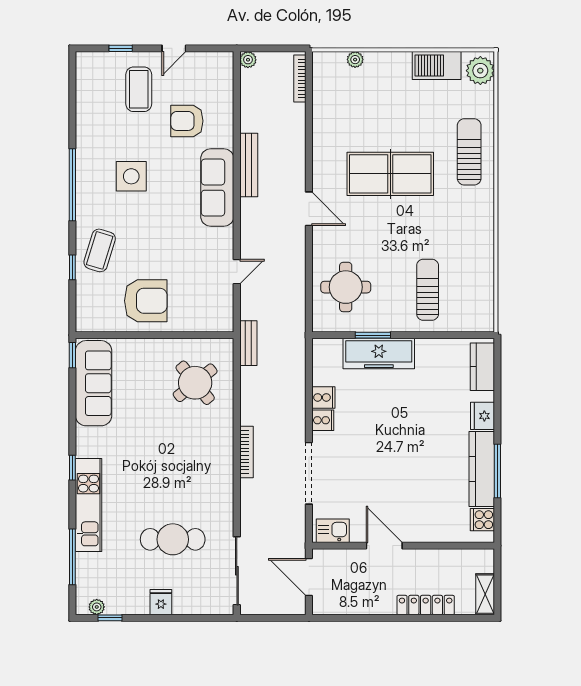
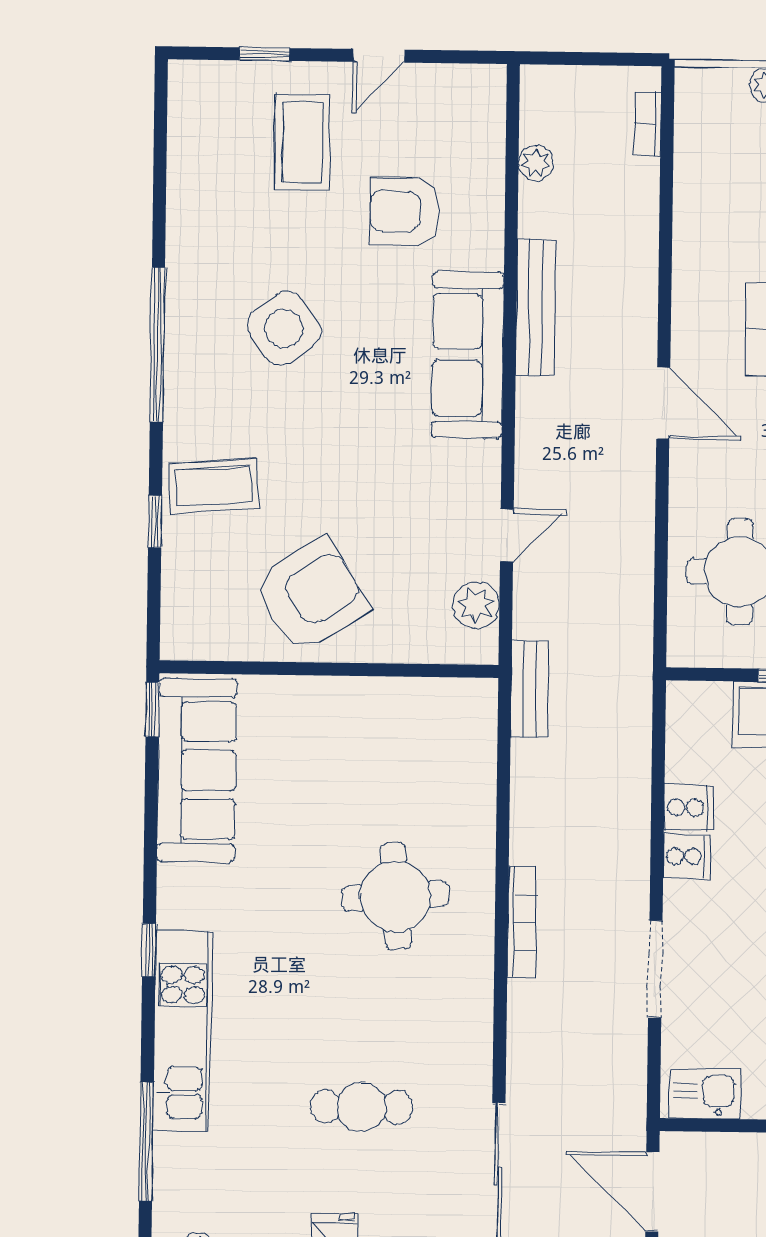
plant: (248, 60) -> (536, 163), moved
bookcase: (300, 79) -> (648, 124), width x0.64
side table: (131, 176) -> (284, 328), turned -36
coffee table: (100, 250) -> (214, 486), turned 69
armchair: (146, 301) -> (311, 595), turned -33
plant: (223, 304) -> (476, 605), added
round table: (195, 383) -> (395, 896), moved, turned 35
doorway: (309, 473) -> (655, 969), width x0.73
cafe table: (173, 539) -> (362, 1107), width x0.73, depth x0.74

